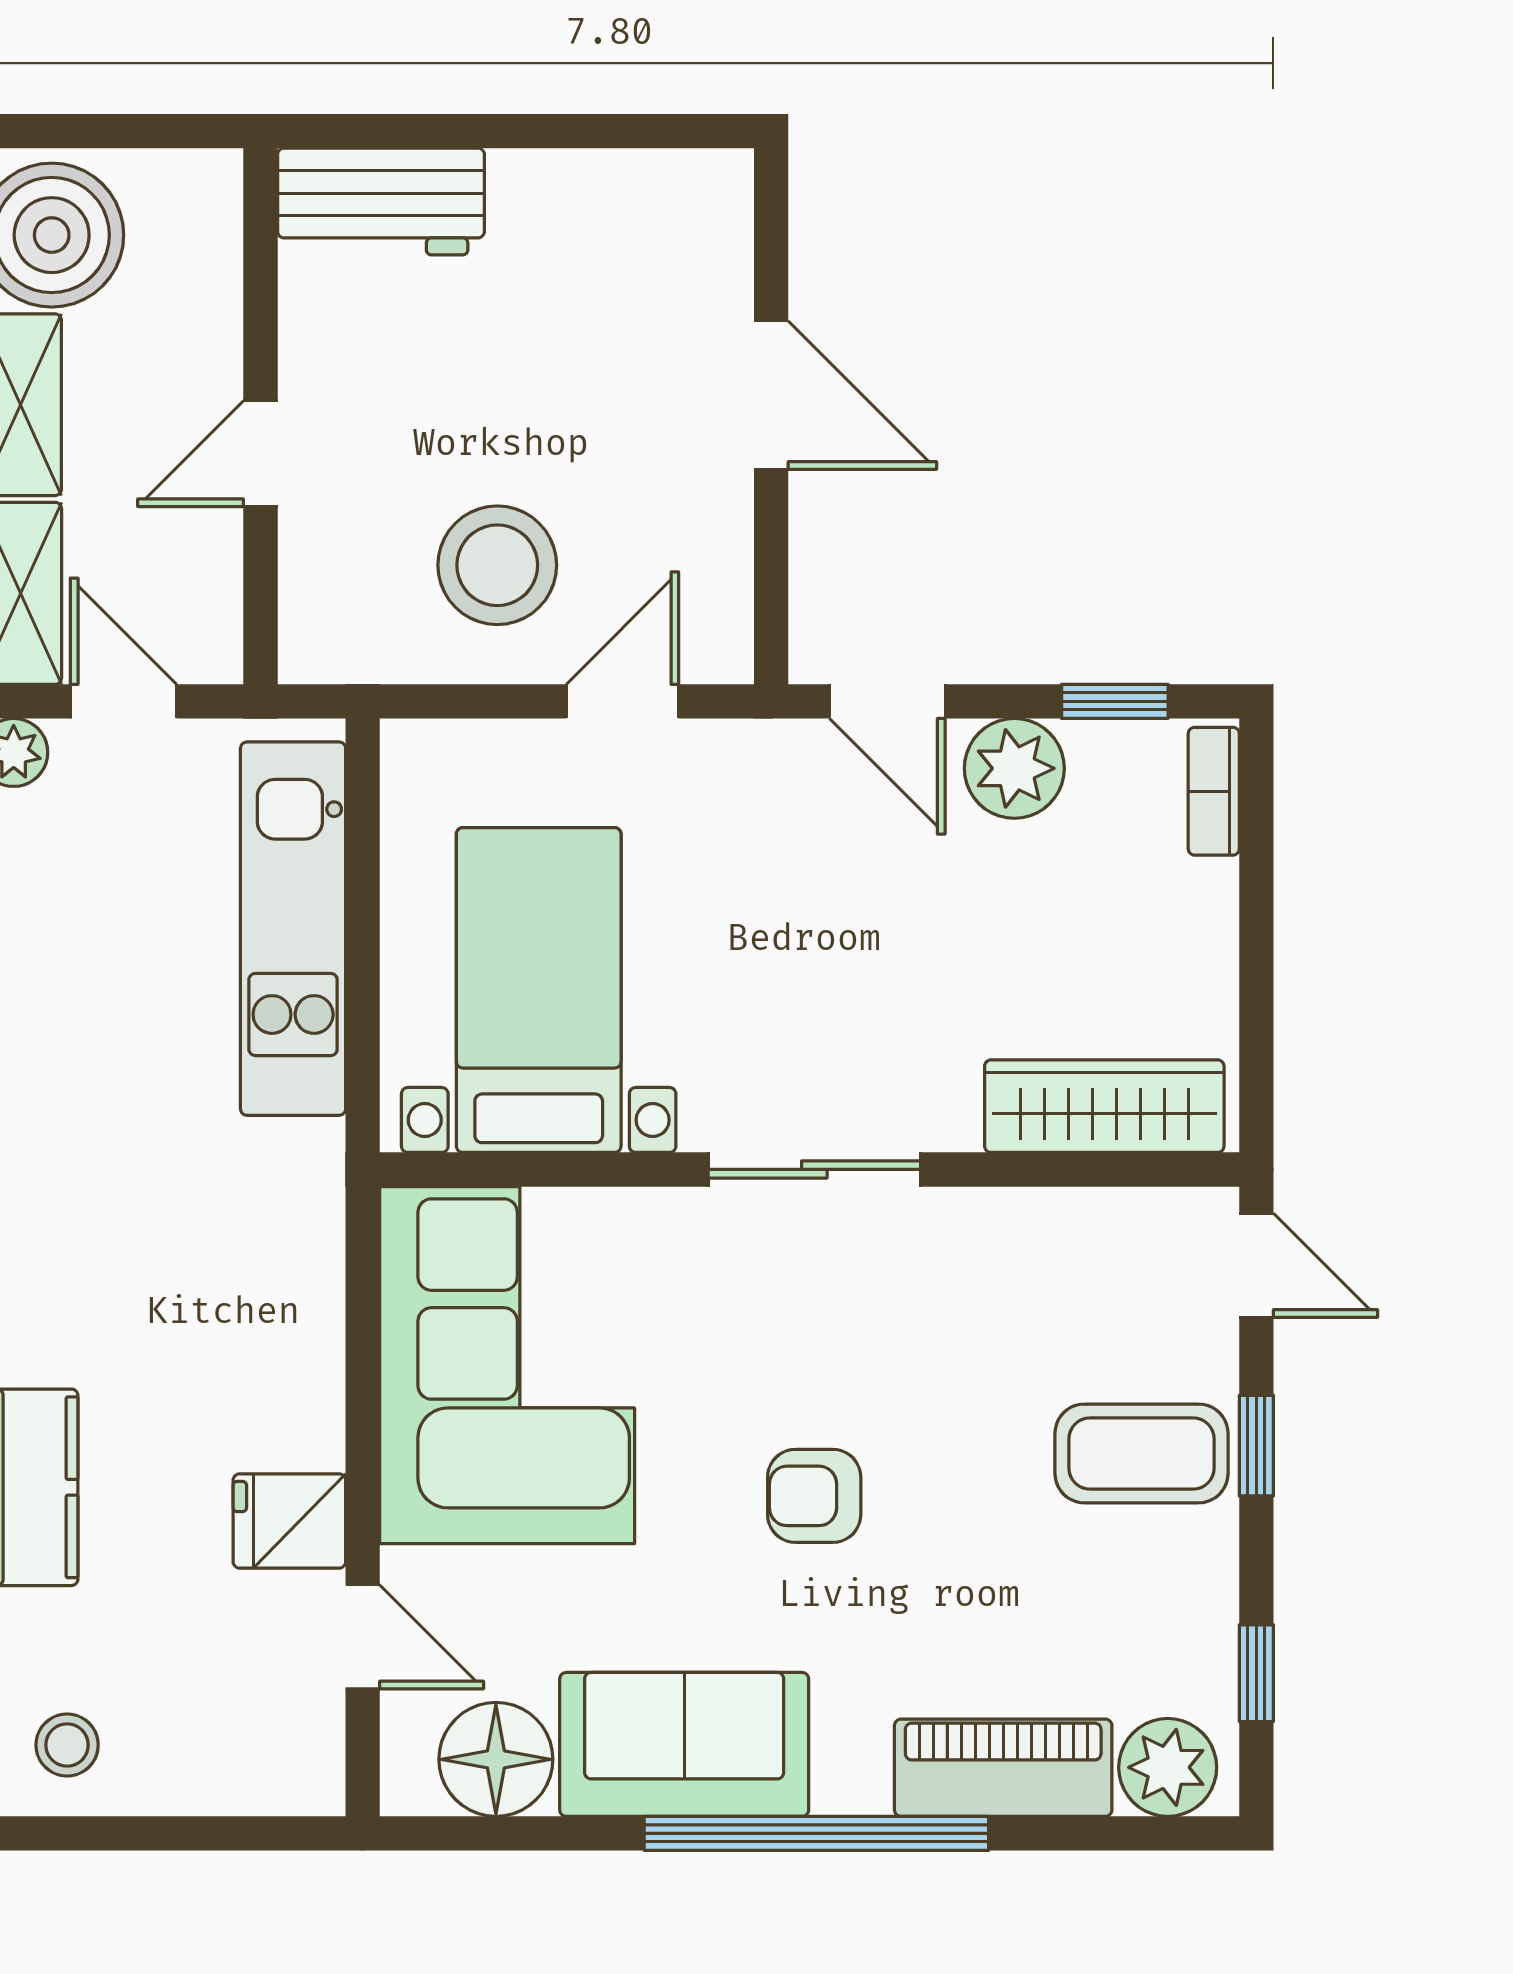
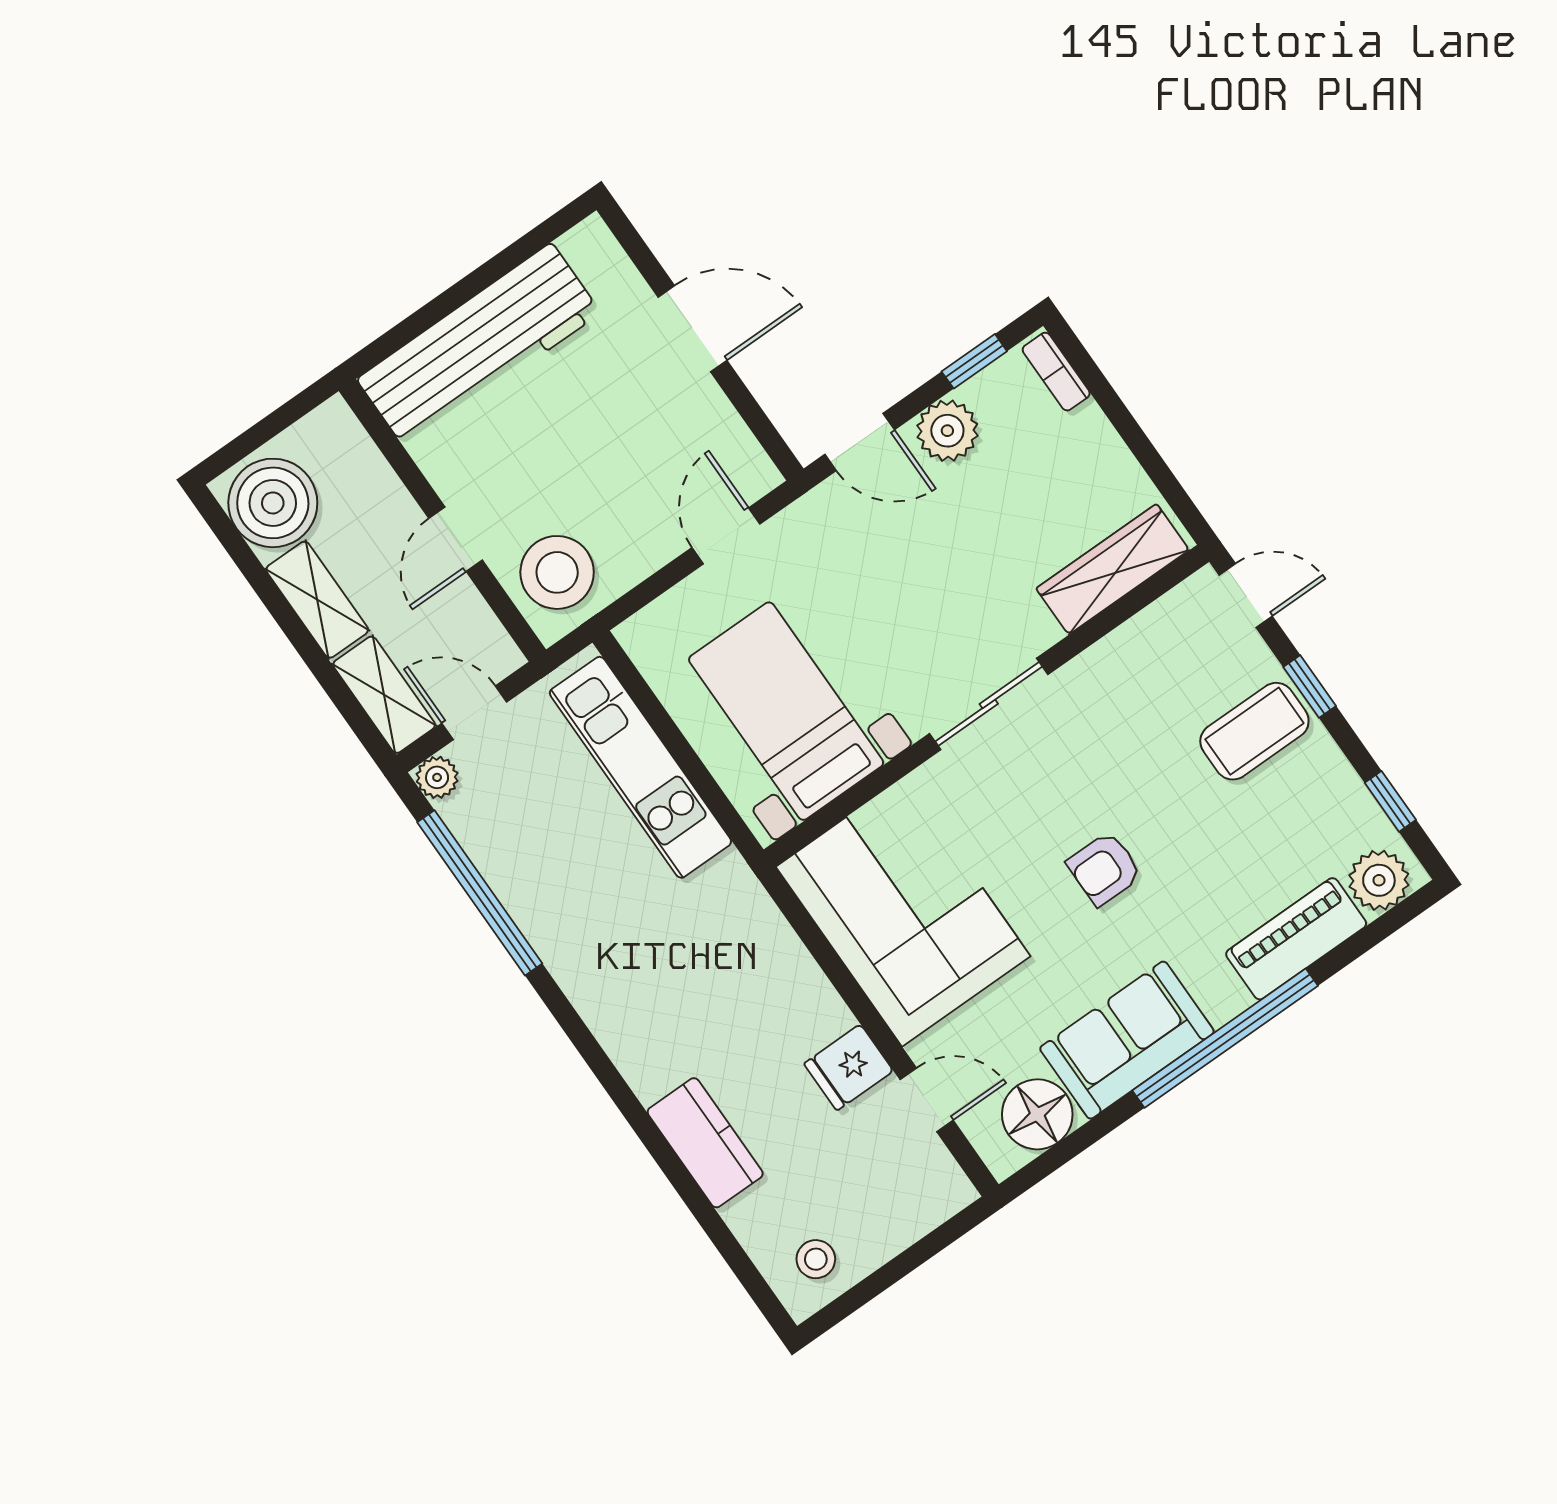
workbench: (381, 202) -> (479, 346), width x1.88, depth x1.32
stool: (497, 565) -> (557, 572), moved

